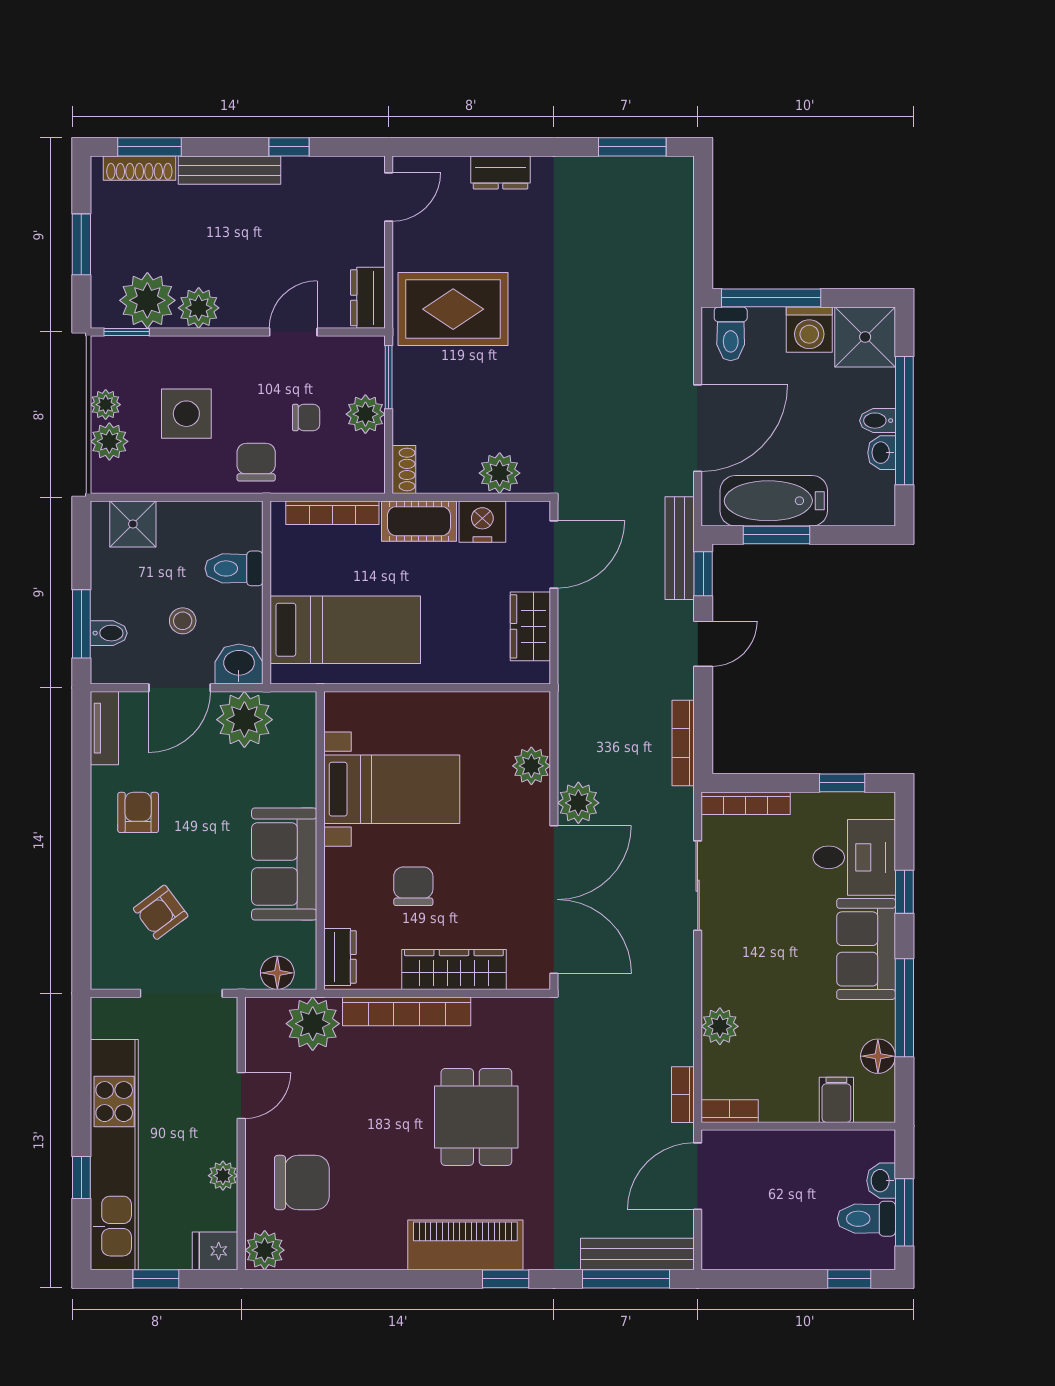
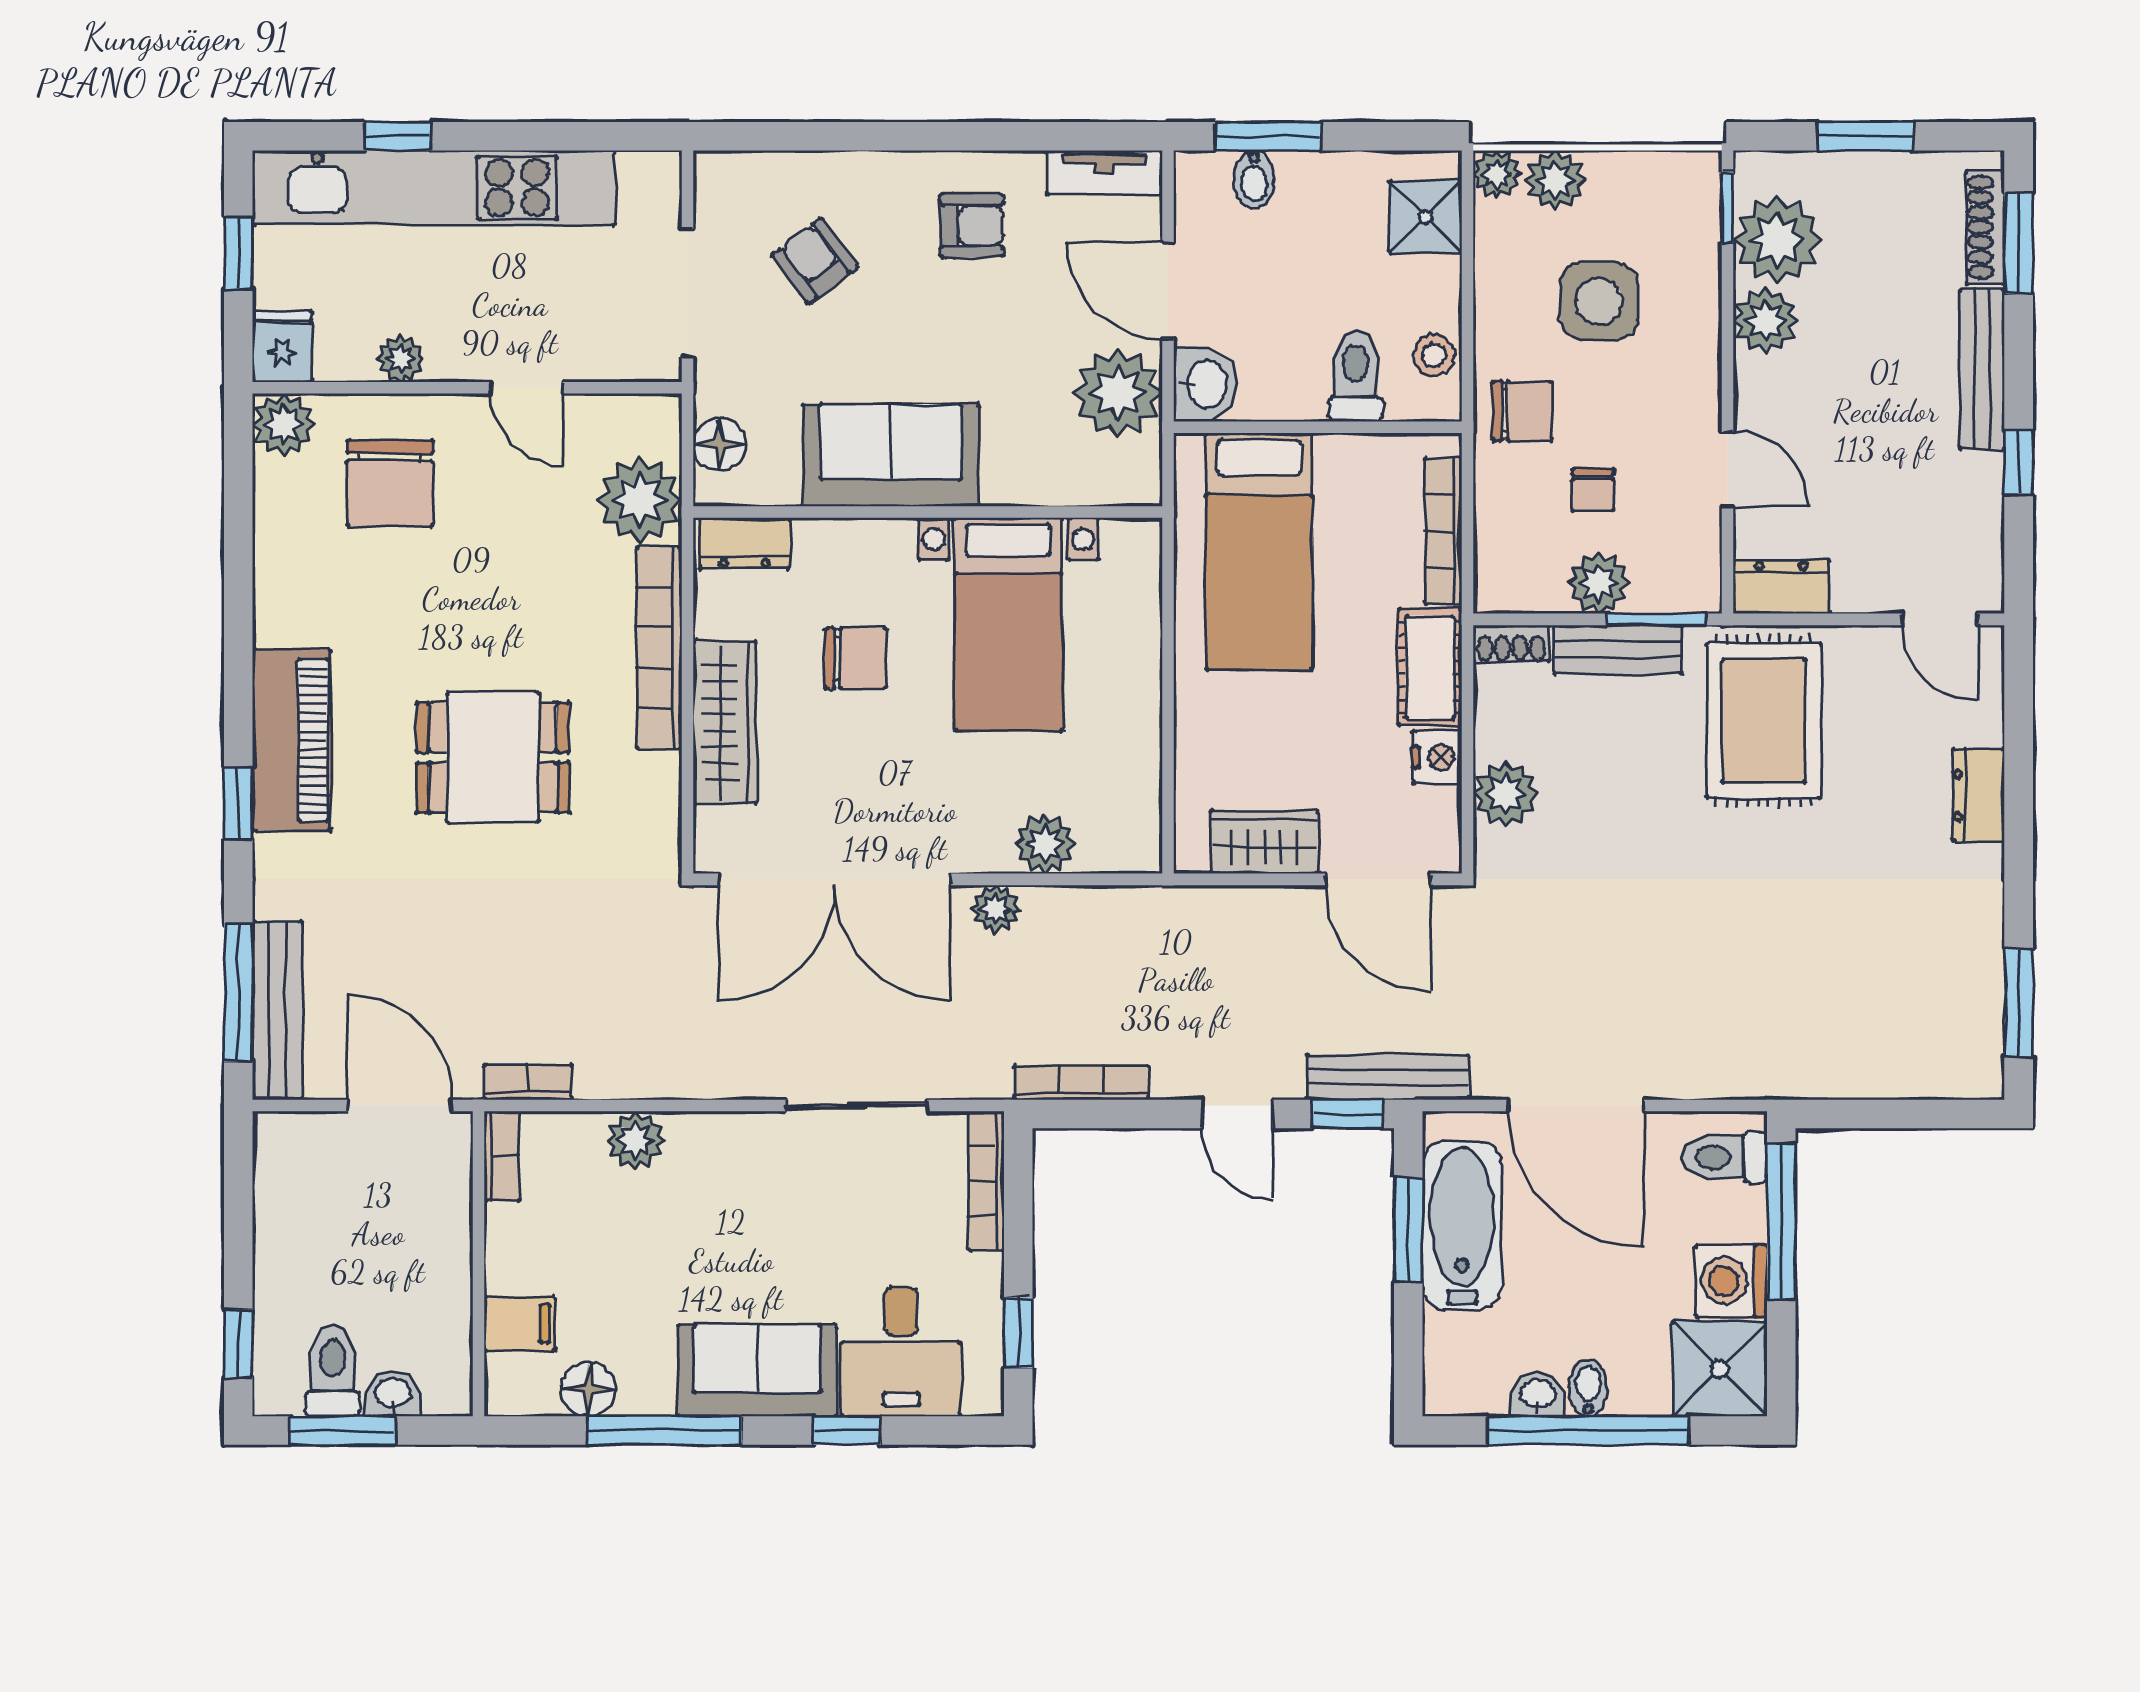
bench: (408, 402) -> (1618, 650), added
plant: (106, 405) -> (1497, 174), moved
nightstand: (482, 522) -> (1437, 757), width x0.74, depth x0.75
stool: (183, 621) -> (1434, 355), moved
plant: (578, 803) -> (996, 909), width x0.73, depth x0.73

